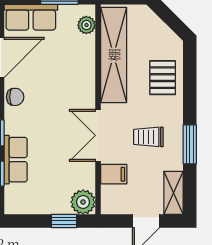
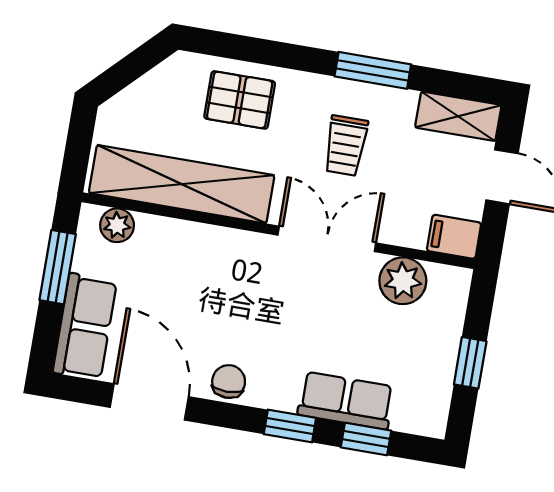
double door: (98, 135) -> (327, 239), swing flipped
filing cabinet: (114, 174) -> (454, 237), moved, turned -90
plant: (83, 202) -> (403, 281), moved
window: (64, 221) -> (470, 363), moved

